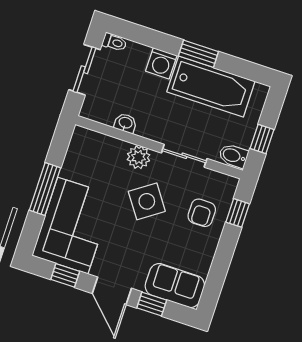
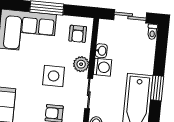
washing machine: (161, 63) -> (103, 67), moved, turned 180
armchair: (93, 152) -> (78, 34), added
side table: (147, 201) -> (54, 76), turned 35

